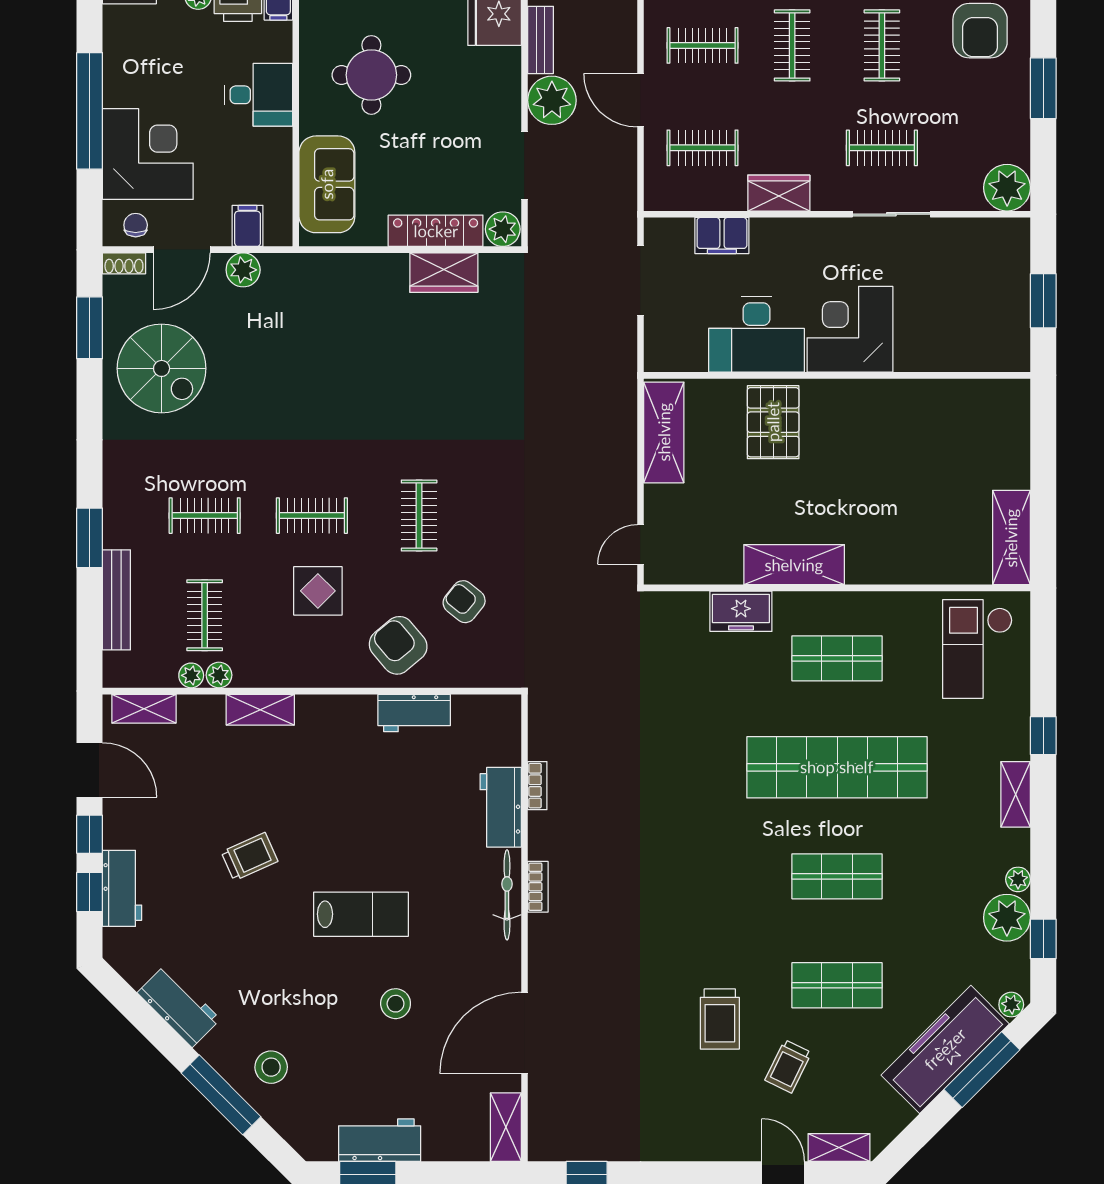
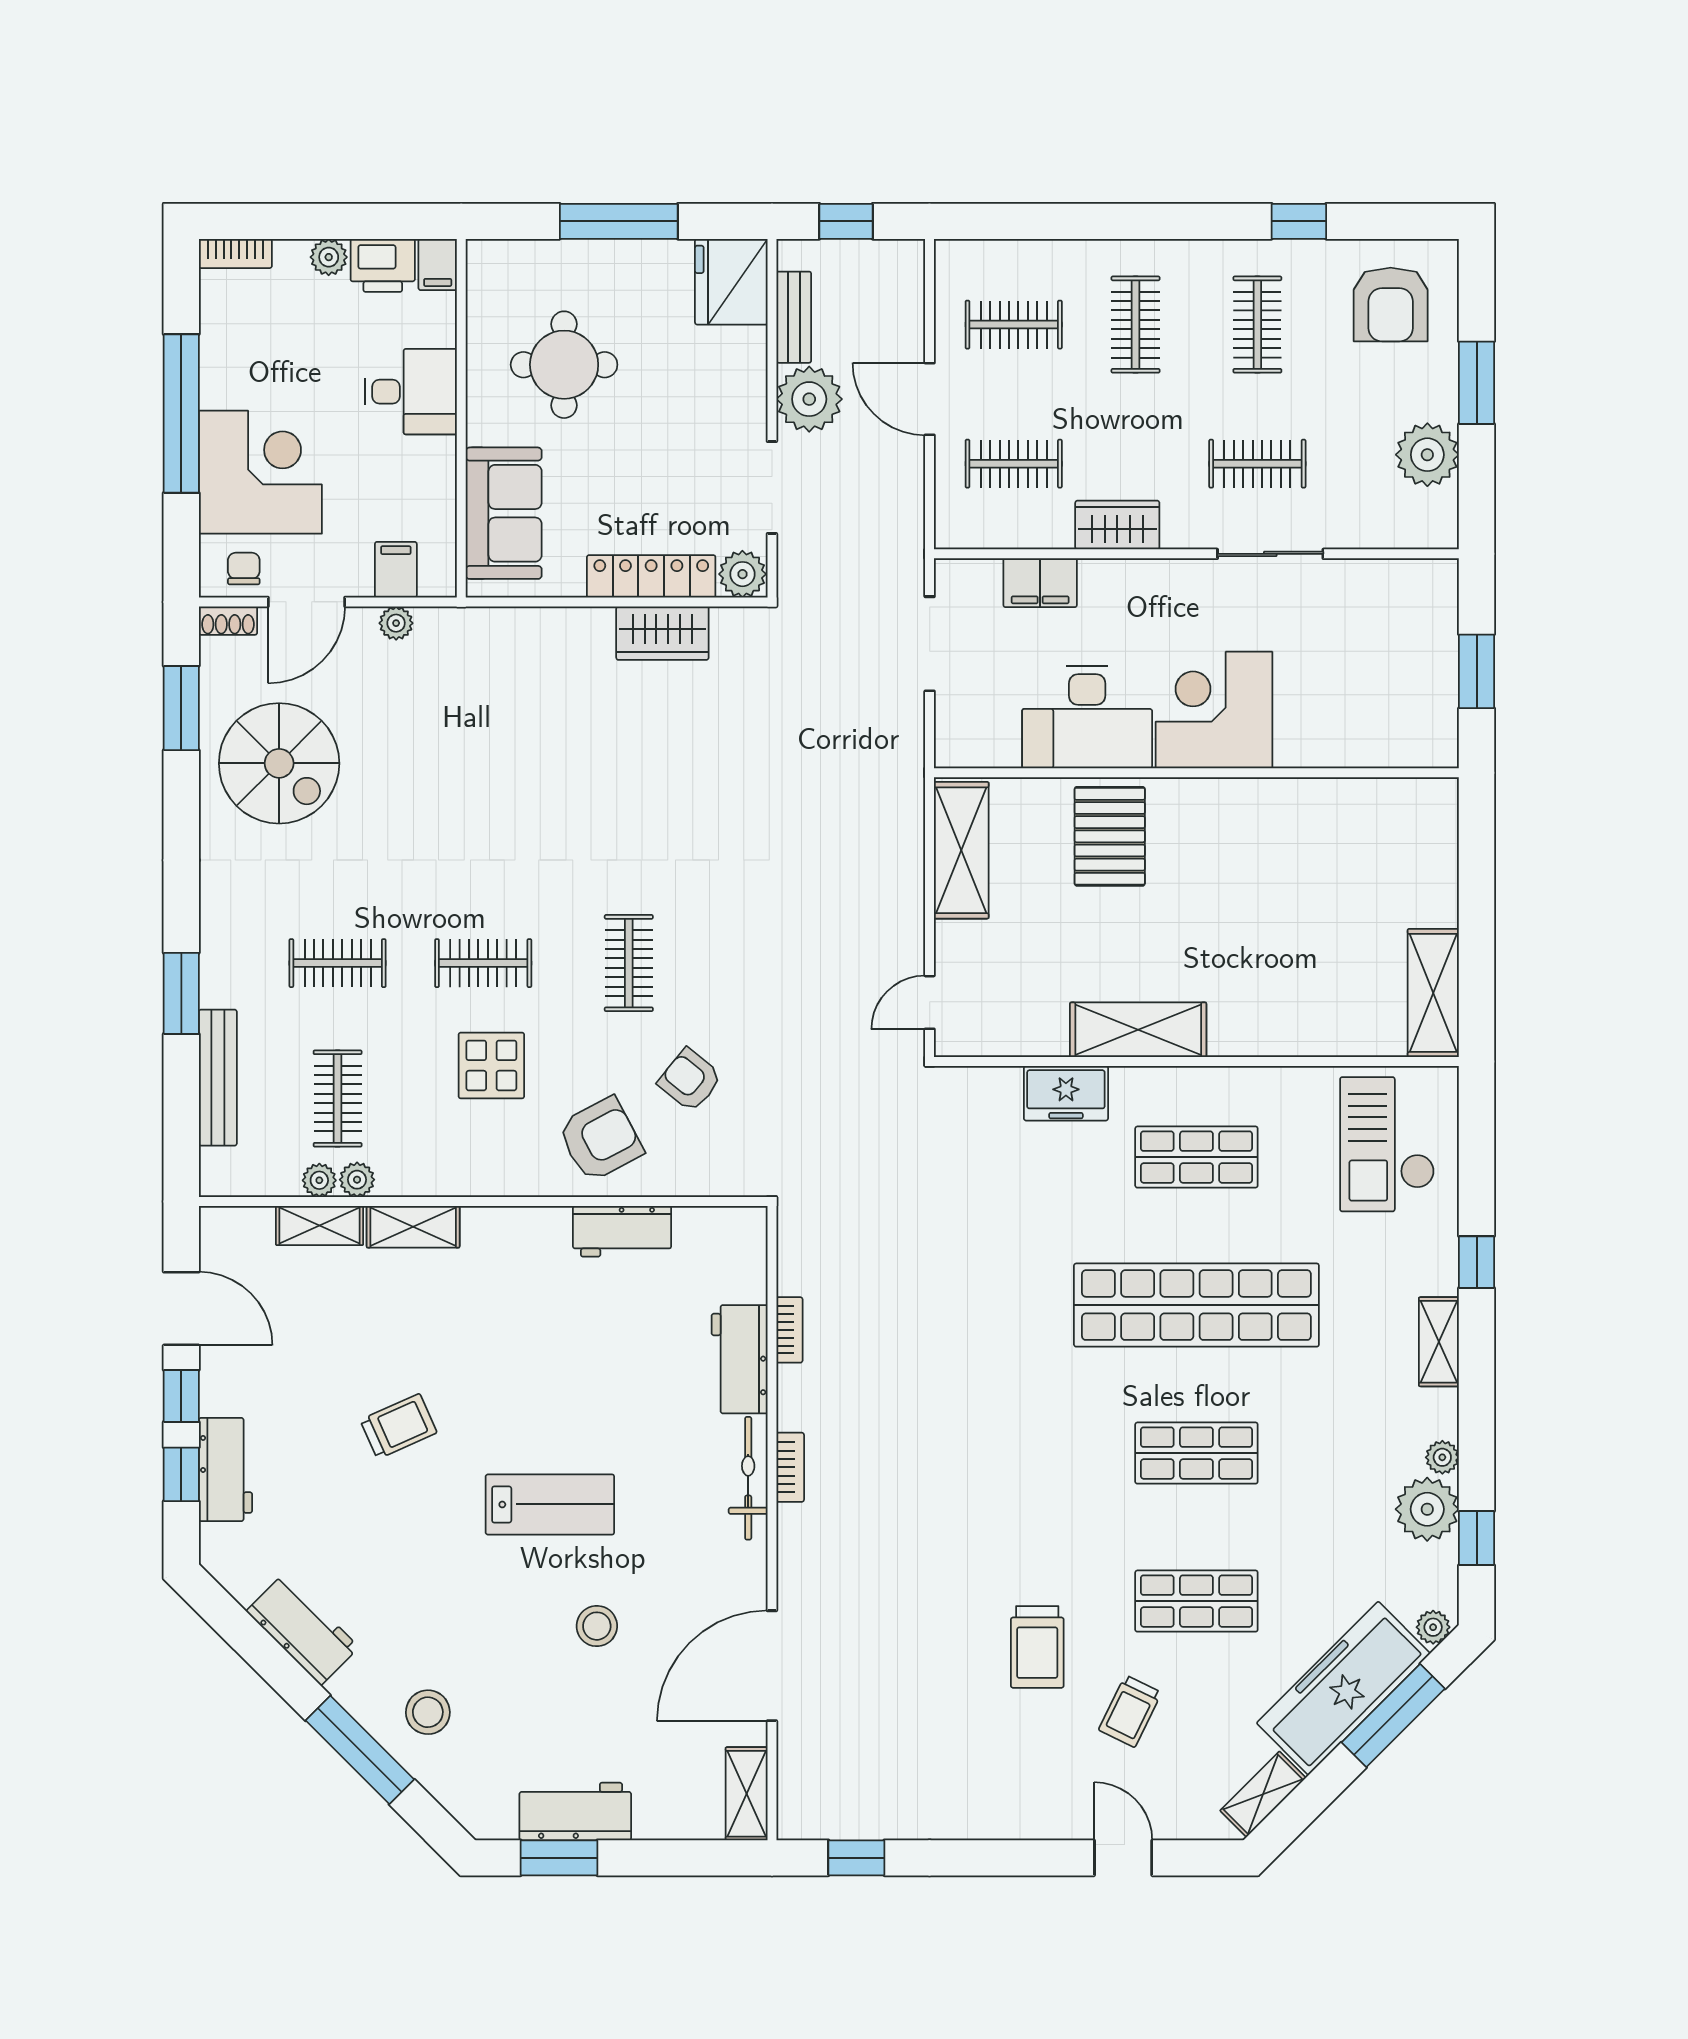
plant: (1007, 188) -> (1427, 455), moved
plant: (243, 270) -> (396, 623), width x0.73, depth x0.73
armchair: (398, 645) -> (600, 1139), turned 102
shelving: (144, 709) -> (320, 1225), moved
shelving: (839, 1148) -> (1263, 1794), moved, turned -45

